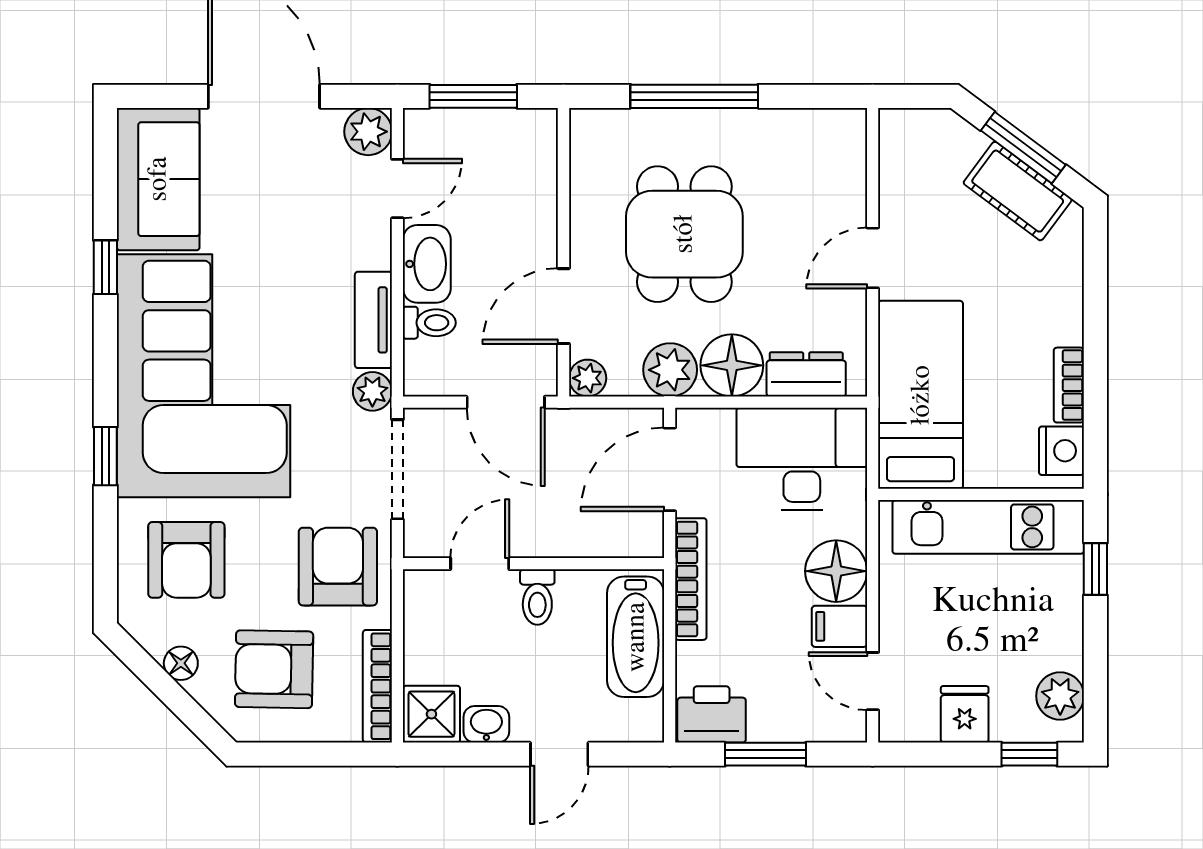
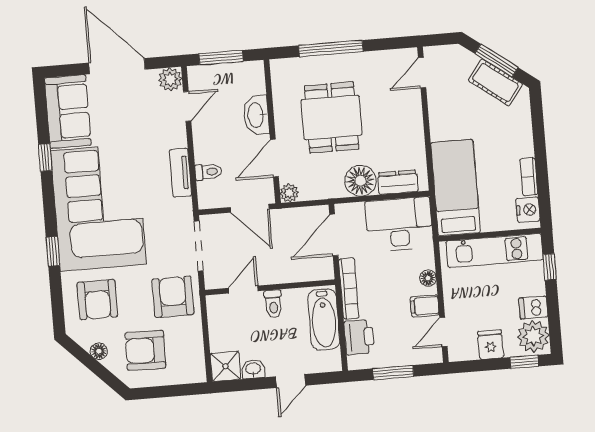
door: (873, 258) -> (422, 73), moved
washbasin: (427, 264) -> (256, 115), moved, turned 180
plant: (670, 370) -> (330, 185), removed
plant: (372, 391) -> (183, 208), removed
floor lamp: (836, 571) -> (428, 278), width x0.53, depth x0.53
dishwasher: (1056, 647) -> (533, 307), added
door: (873, 681) -> (443, 332), hinge flipped
bookcase: (377, 686) -> (197, 355), removed
plant: (1060, 696) -> (533, 336), width x1.36, depth x1.36
printer: (712, 714) -> (359, 337), moved, turned 90

